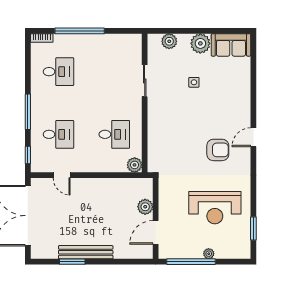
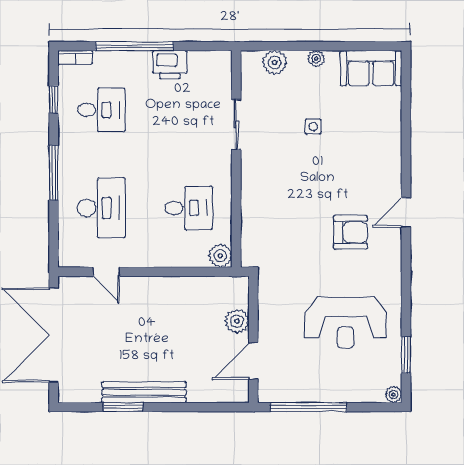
printer: (102, 43) -> (170, 65), added
plant: (200, 43) -> (316, 59), width x0.53, depth x0.53
desk: (58, 134) -> (101, 208), width x1.37
window: (28, 155) -> (54, 99), moved
plant: (209, 254) -> (393, 395), moved

